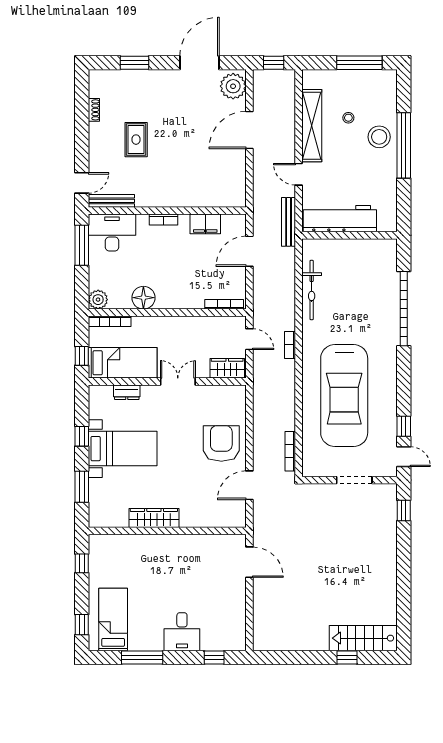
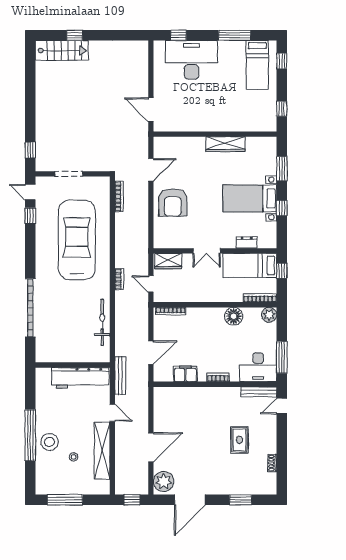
desk: (182, 632) -> (191, 60), width x1.87, depth x1.30

